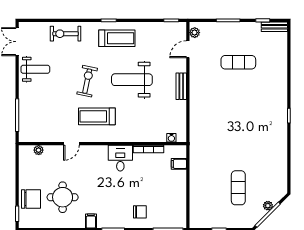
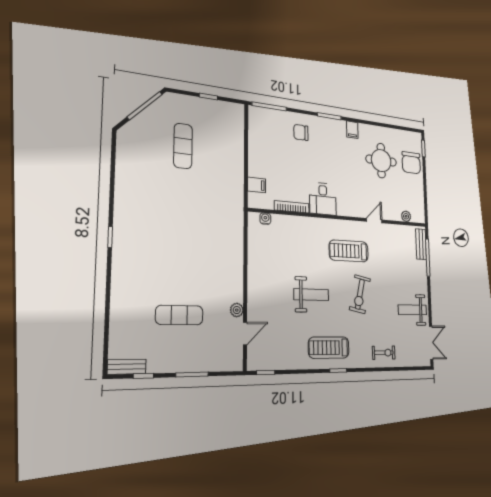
plant: (195, 33) -> (237, 310), moved
exercise bike: (66, 34) -> (384, 353), width x0.73, depth x0.72
weight bench: (132, 80) -> (311, 295), width x0.73, depth x0.75
bench: (181, 86) -> (421, 244), moved
treadmill: (97, 116) -> (349, 251), turned 180
chair: (31, 199) -> (411, 163), turned -90
plant: (268, 206) -> (144, 117), removed

